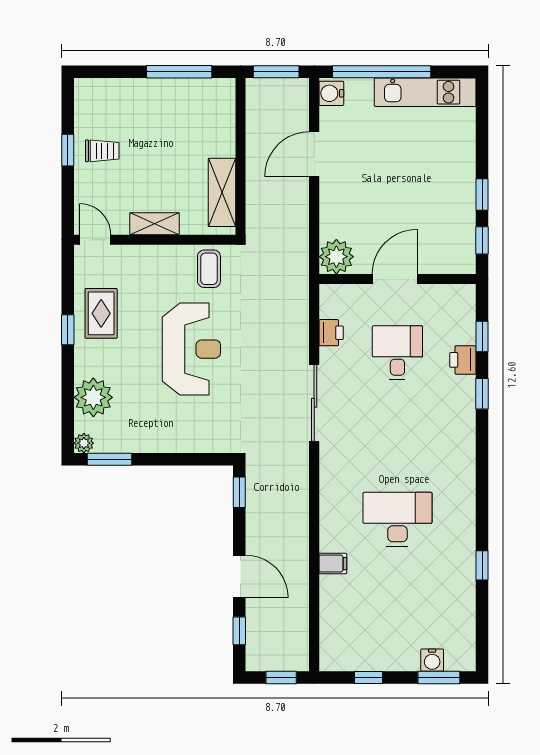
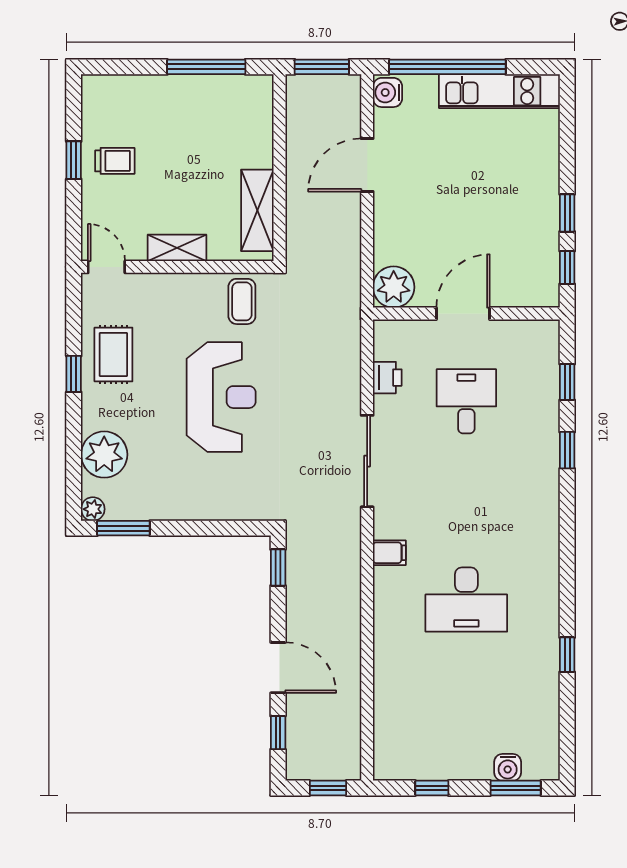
printer: (463, 360) -> (544, 410), removed
desk: (397, 519) -> (466, 600), turned 180
filing cabinet: (333, 564) -> (389, 553), moved

